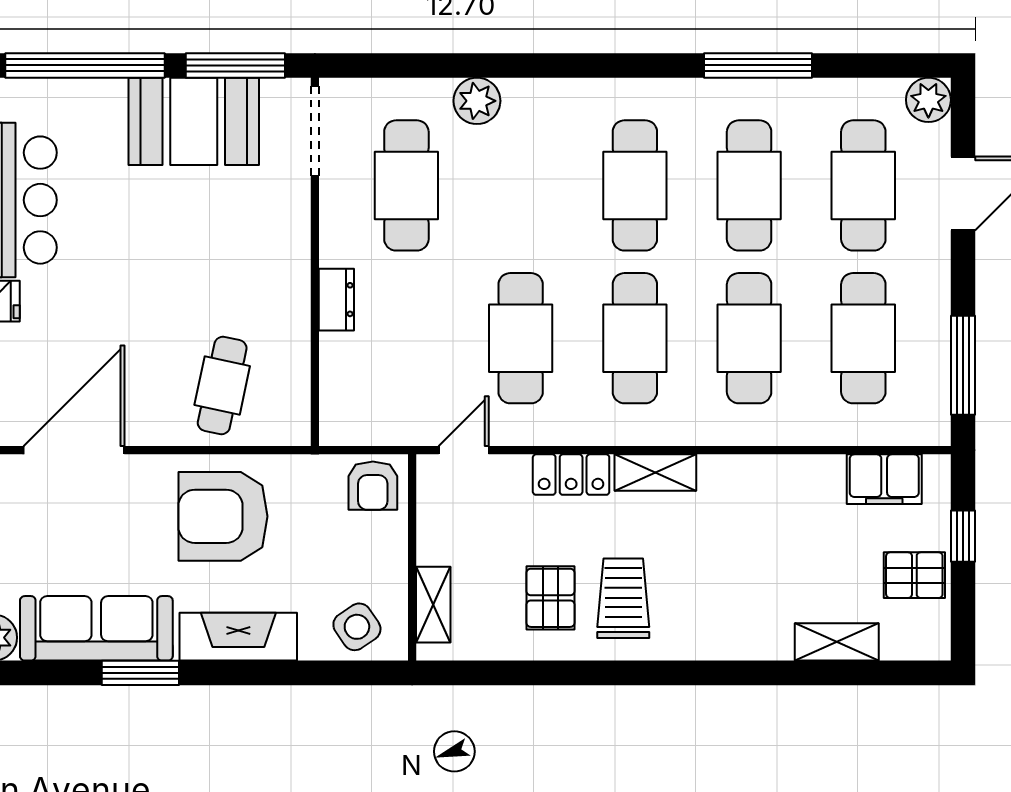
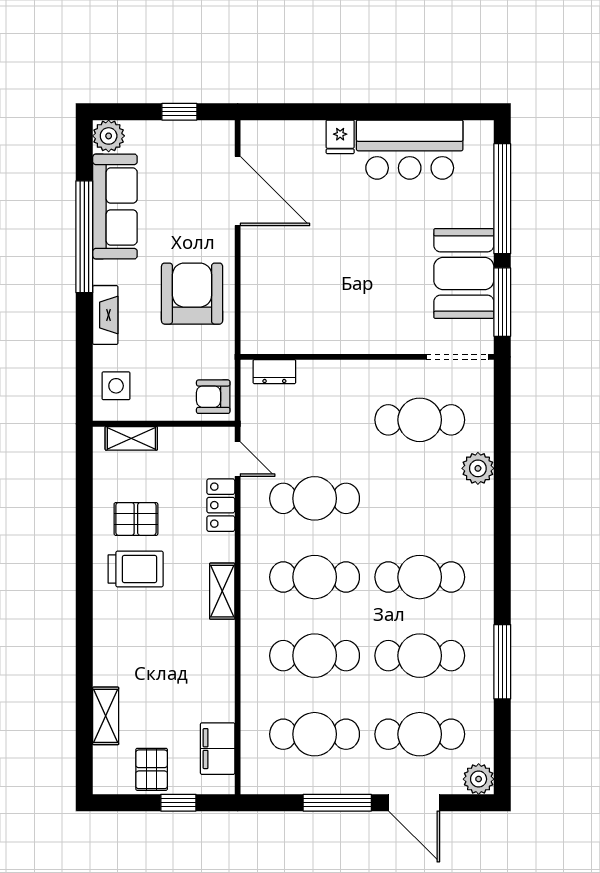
dresser: (336, 300) -> (274, 372), moved
window: (963, 365) -> (337, 803), moved
cafe table: (222, 385) -> (282, 293), removed
locker: (571, 475) -> (221, 505), moved
side table: (357, 627) -> (116, 386), turned 34
fireplace: (238, 637) -> (105, 315), width x0.73, depth x0.76
window: (140, 673) -> (84, 237), width x2.11

